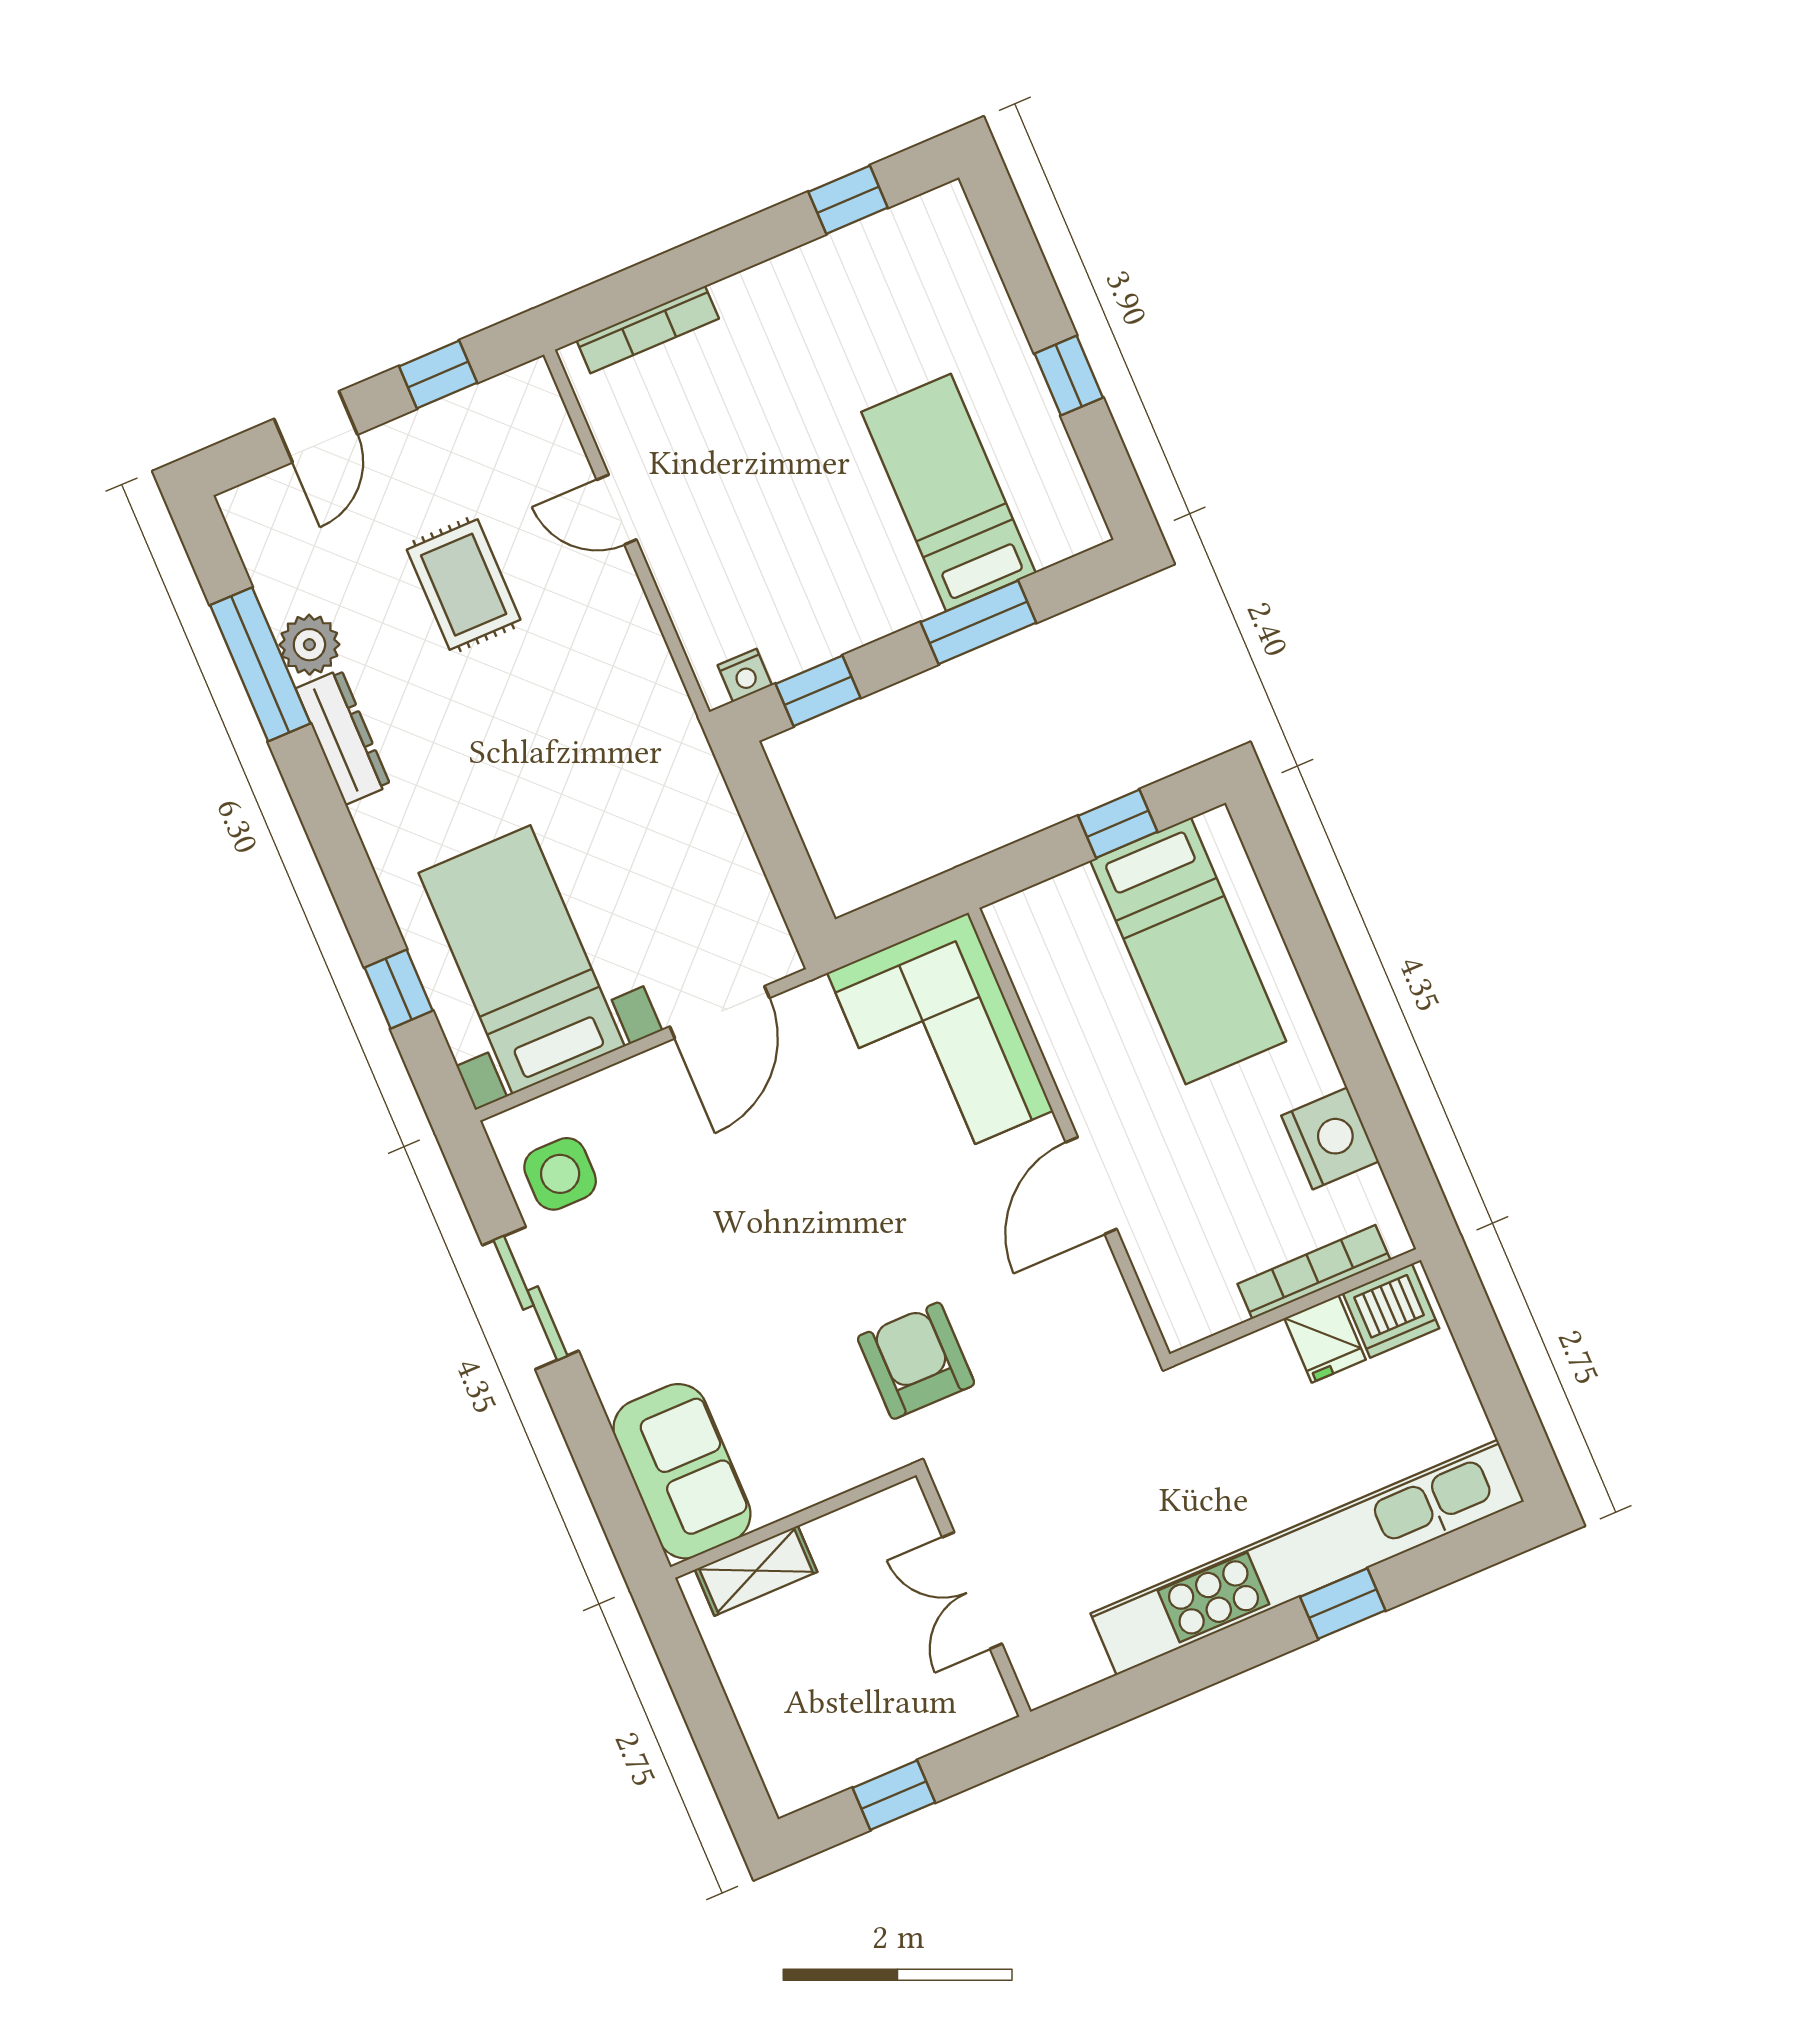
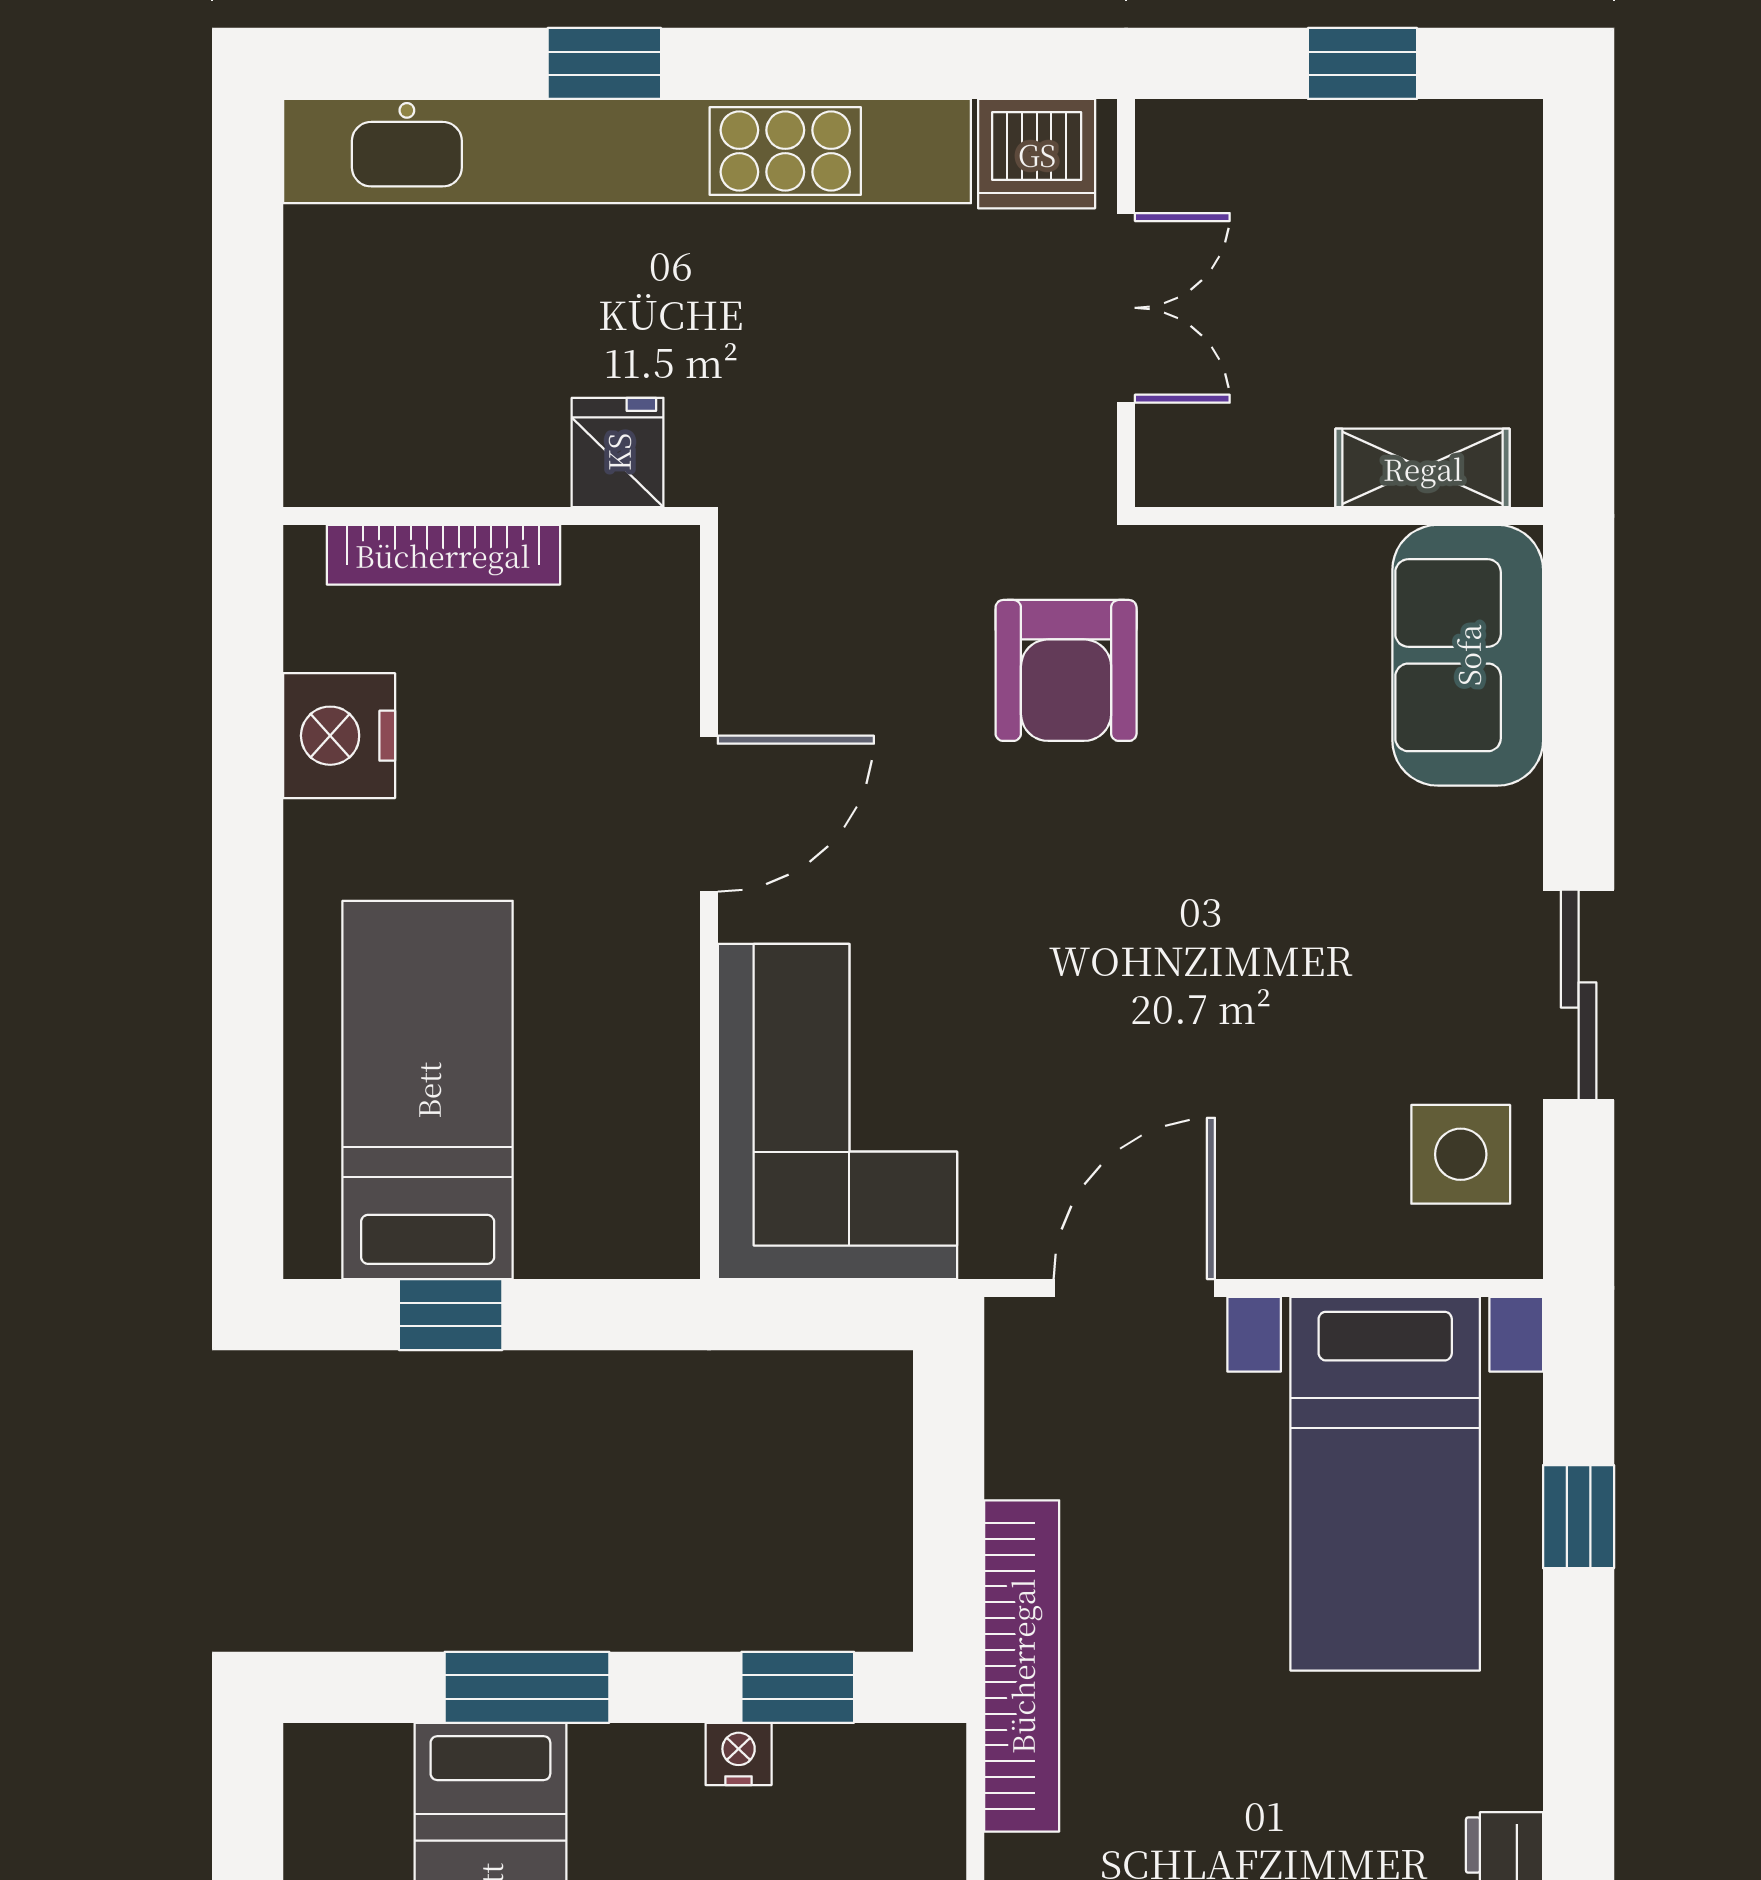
nightstand: (745, 675) -> (739, 1754), moved
bookcase: (691, 760) -> (1022, 1666), added
dishwasher: (1391, 1311) -> (1037, 154), moved, turned 180
fridge: (1325, 1339) -> (618, 452), moved

